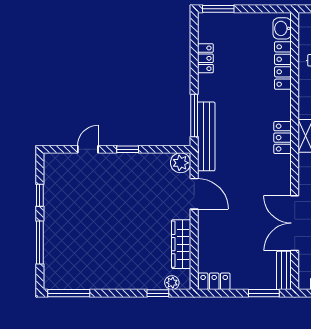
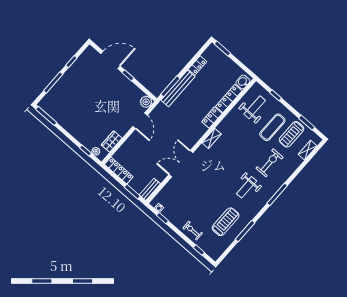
bench: (206, 136) -> (178, 88), moved
locker: (283, 138) -> (212, 118), moved
door: (88, 149) -> (110, 60), width x1.87
double door: (295, 223) -> (181, 164), moved
wardrobe: (181, 244) -> (112, 142), width x0.67
locker: (214, 281) -> (119, 170), width x1.53

